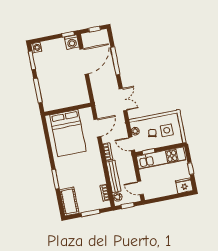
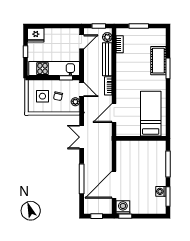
washing machine: (36, 47) -> (161, 191), moved
bed: (68, 133) -> (151, 114), width x0.67
door: (140, 188) -> (82, 42), hinge flipped
cot: (69, 201) -> (158, 61), moved

